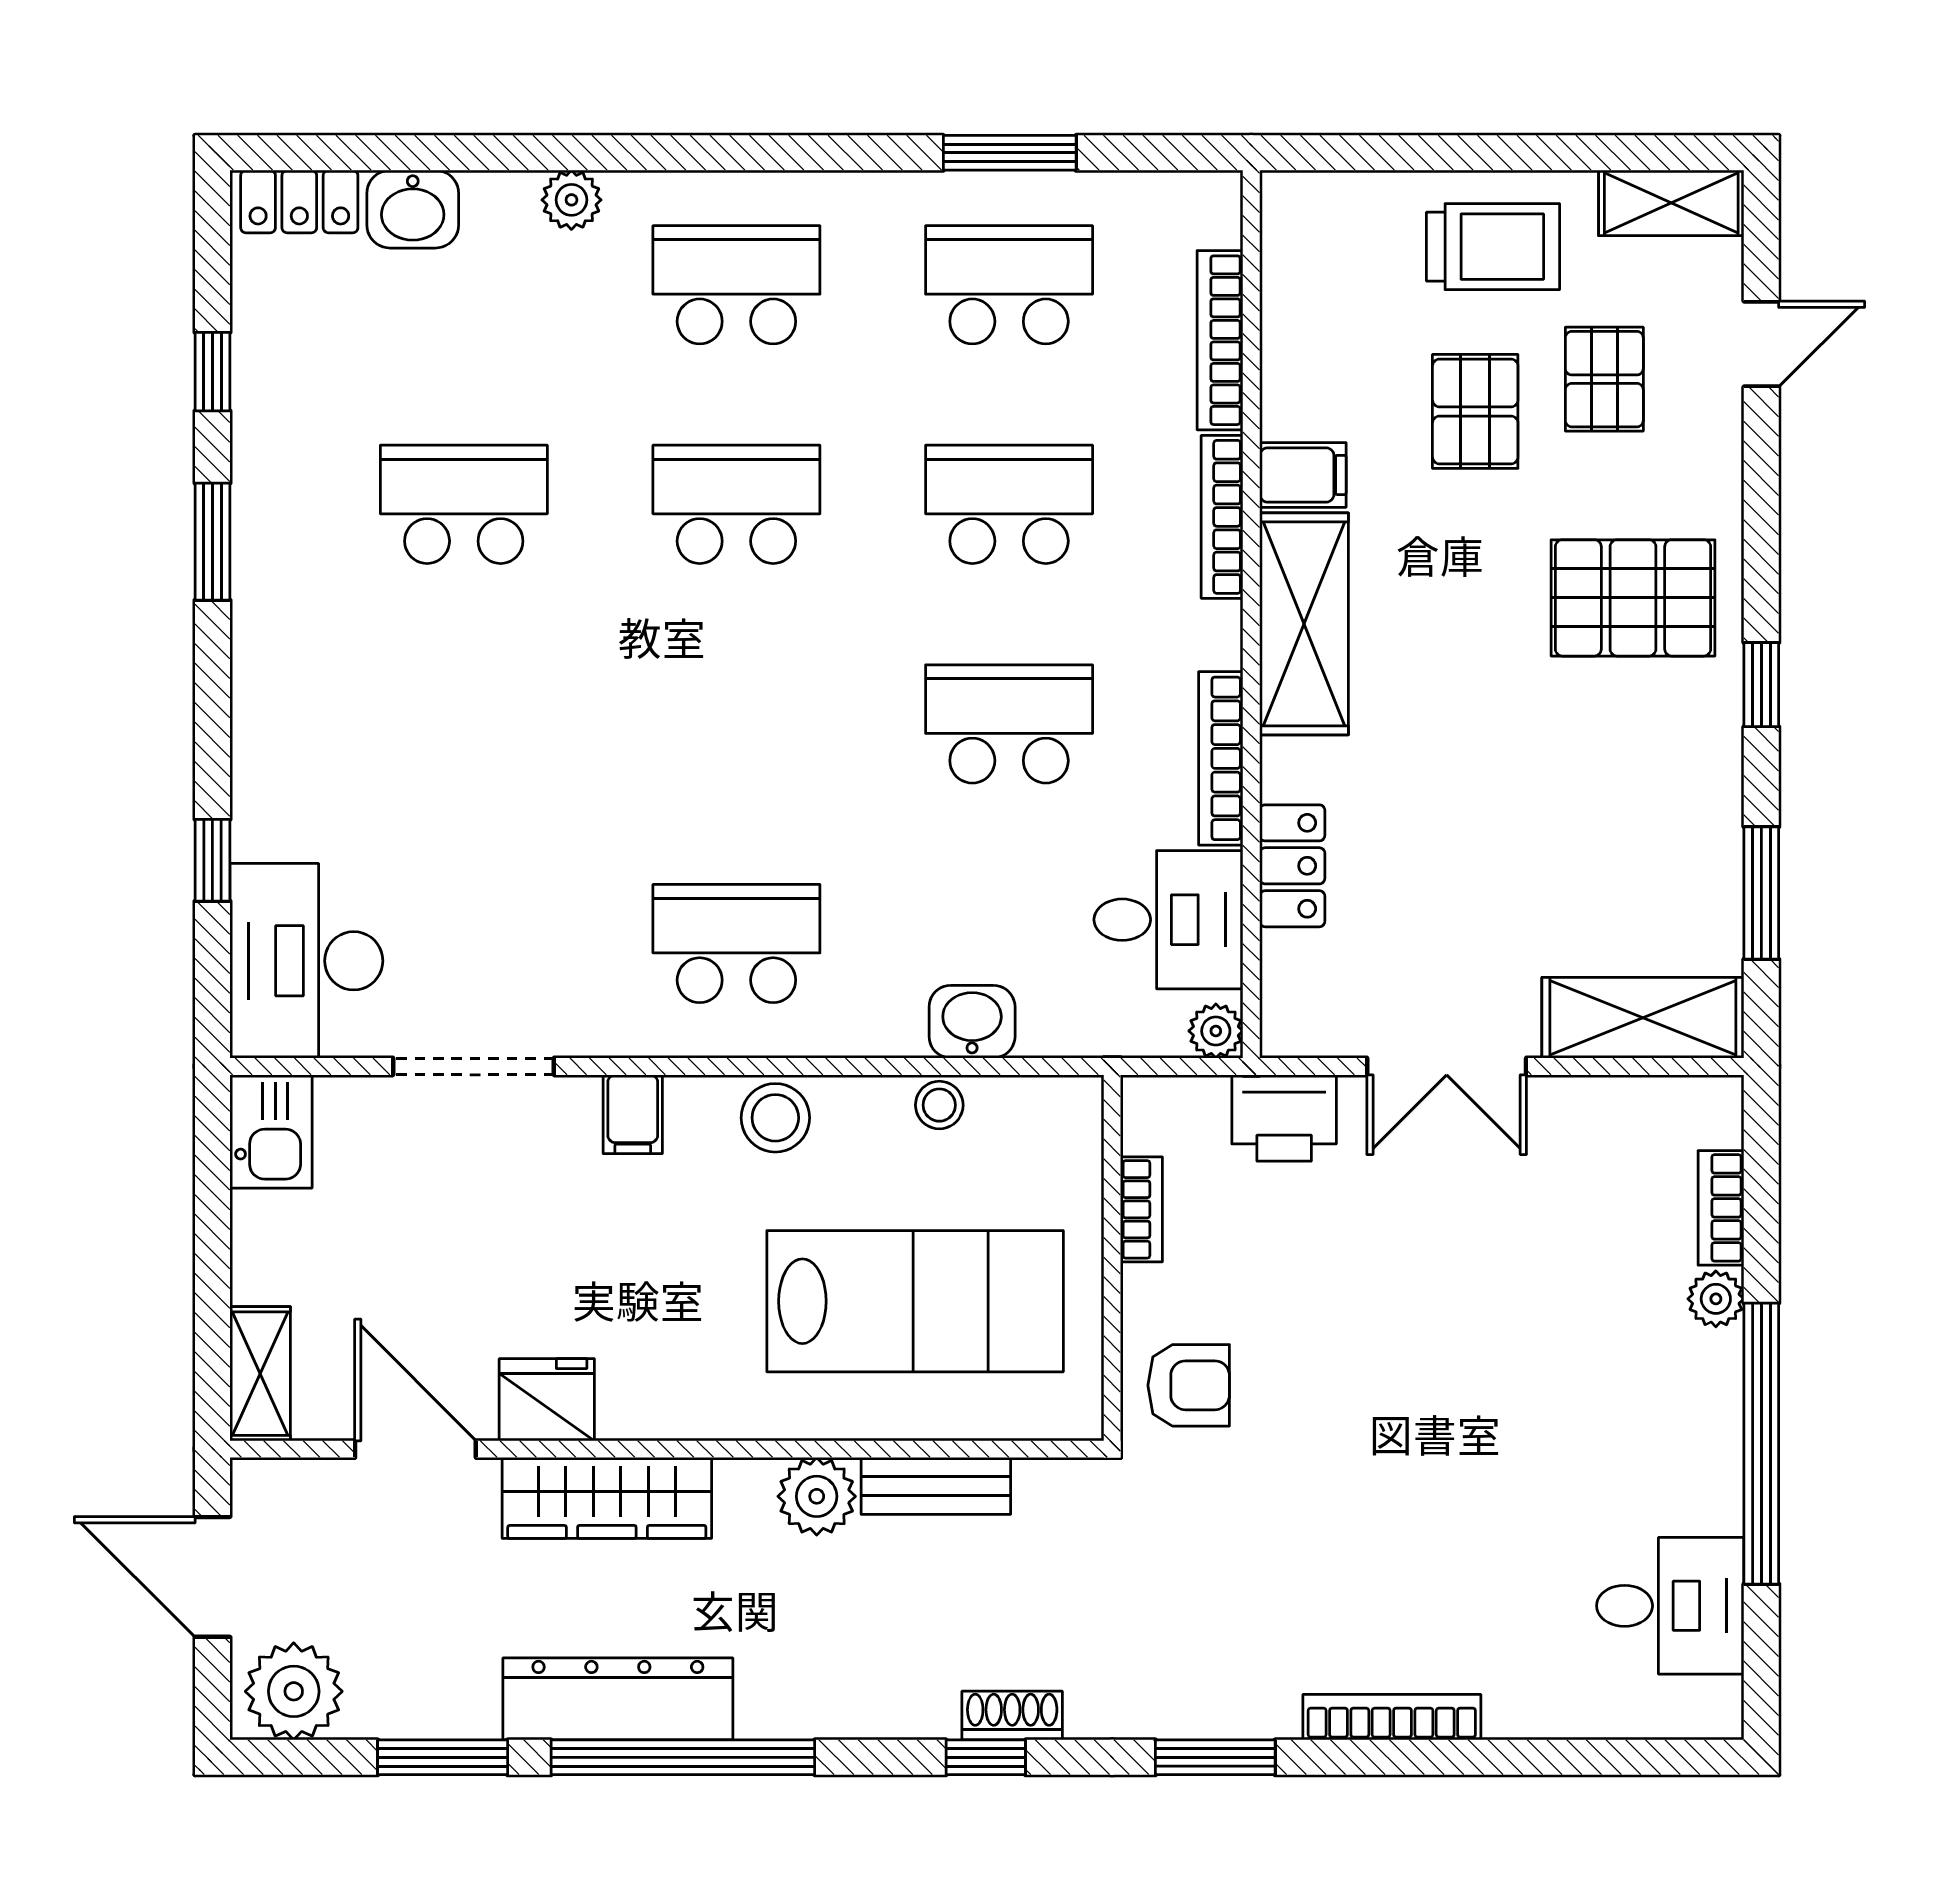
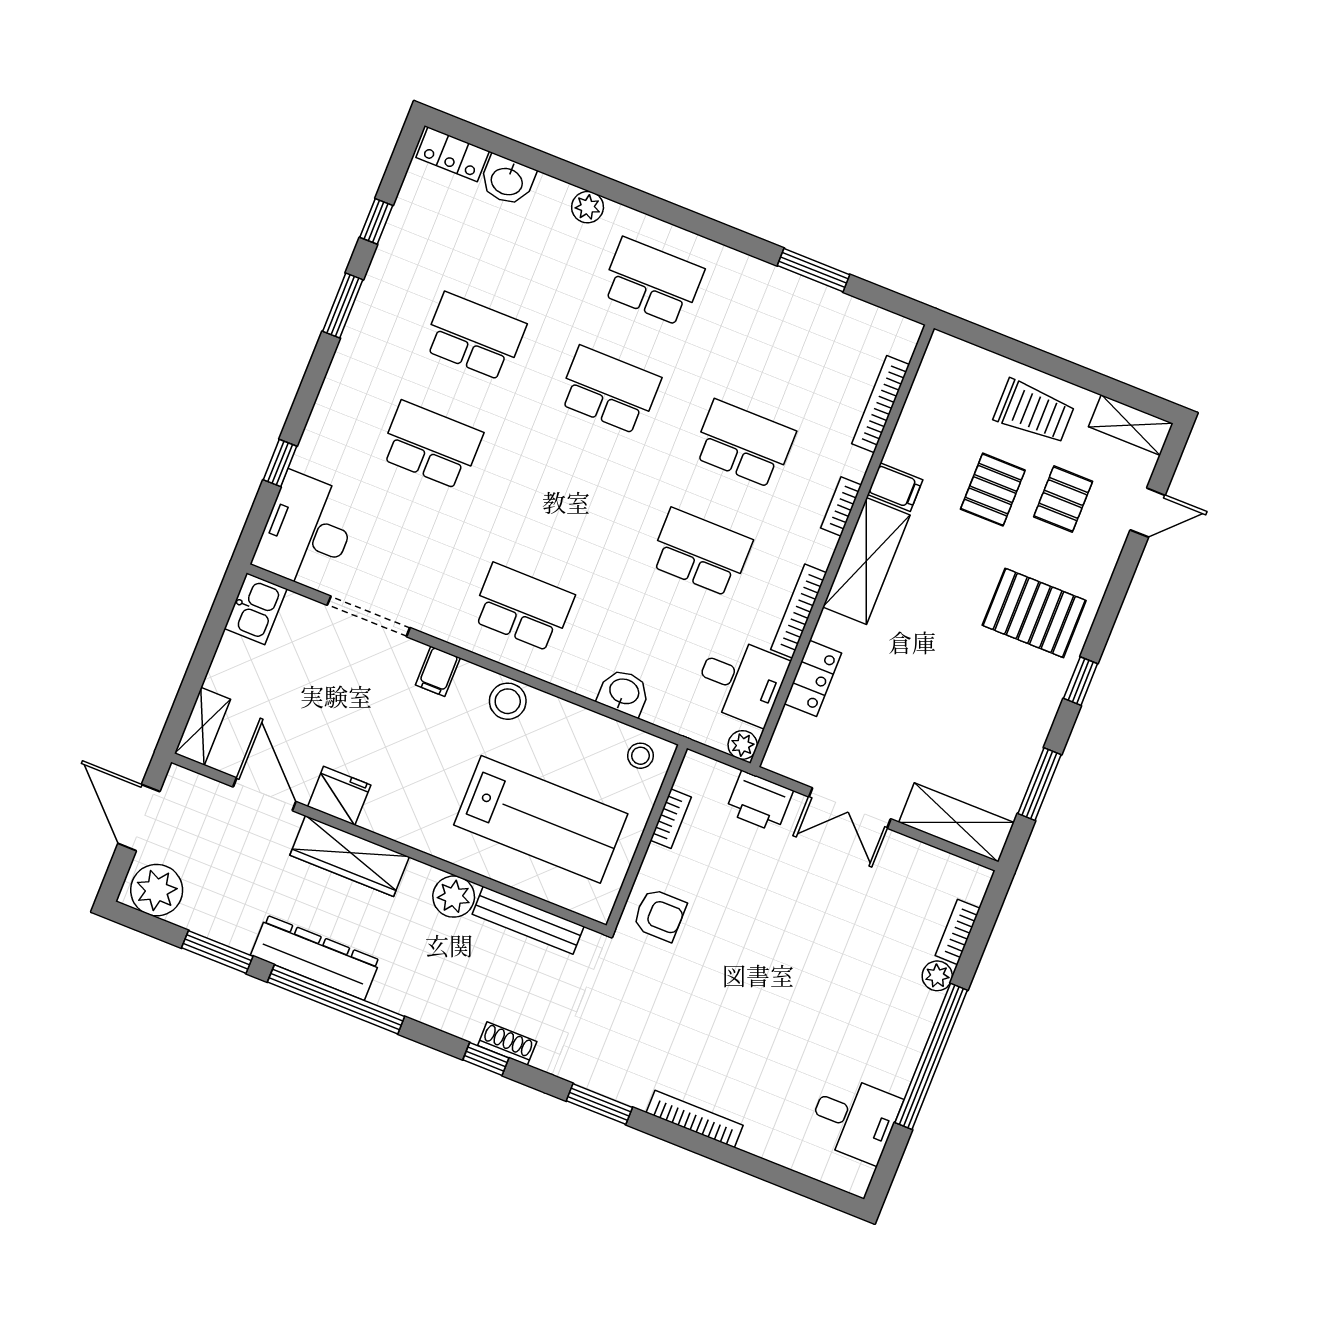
school desk: (1009, 285) -> (431, 445), moved
bookcase: (1222, 517) -> (841, 506), width x0.64
stool: (939, 1105) -> (640, 756), moved
bench: (936, 1486) -> (528, 920), width x1.36

